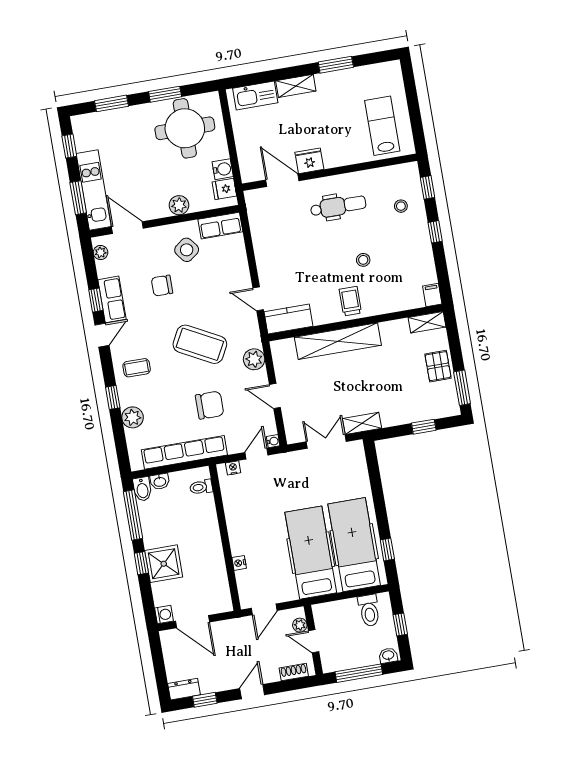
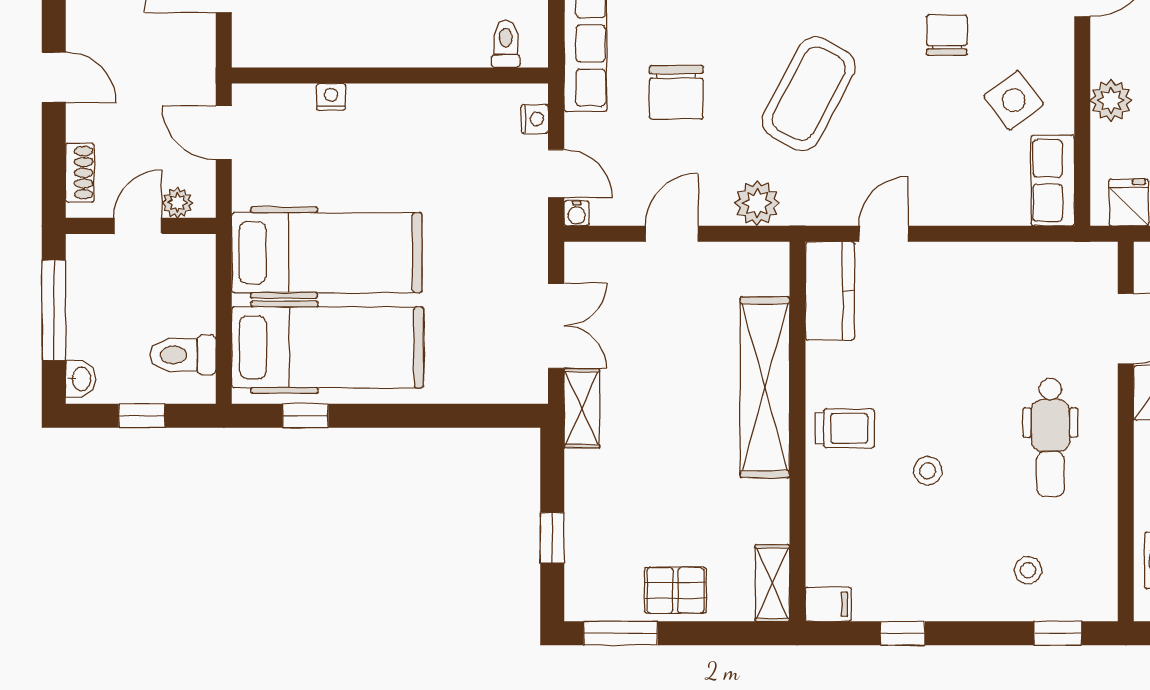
window: (435, 232) -> (903, 633), moved

